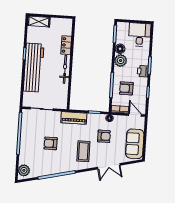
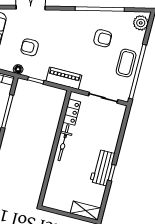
locker: (66, 45) -> (72, 112), moved
workbench: (34, 68) -> (102, 168), width x0.53, depth x0.76
armchair: (51, 143) -> (103, 38), moved
coffee table: (83, 151) -> (126, 63), moved

